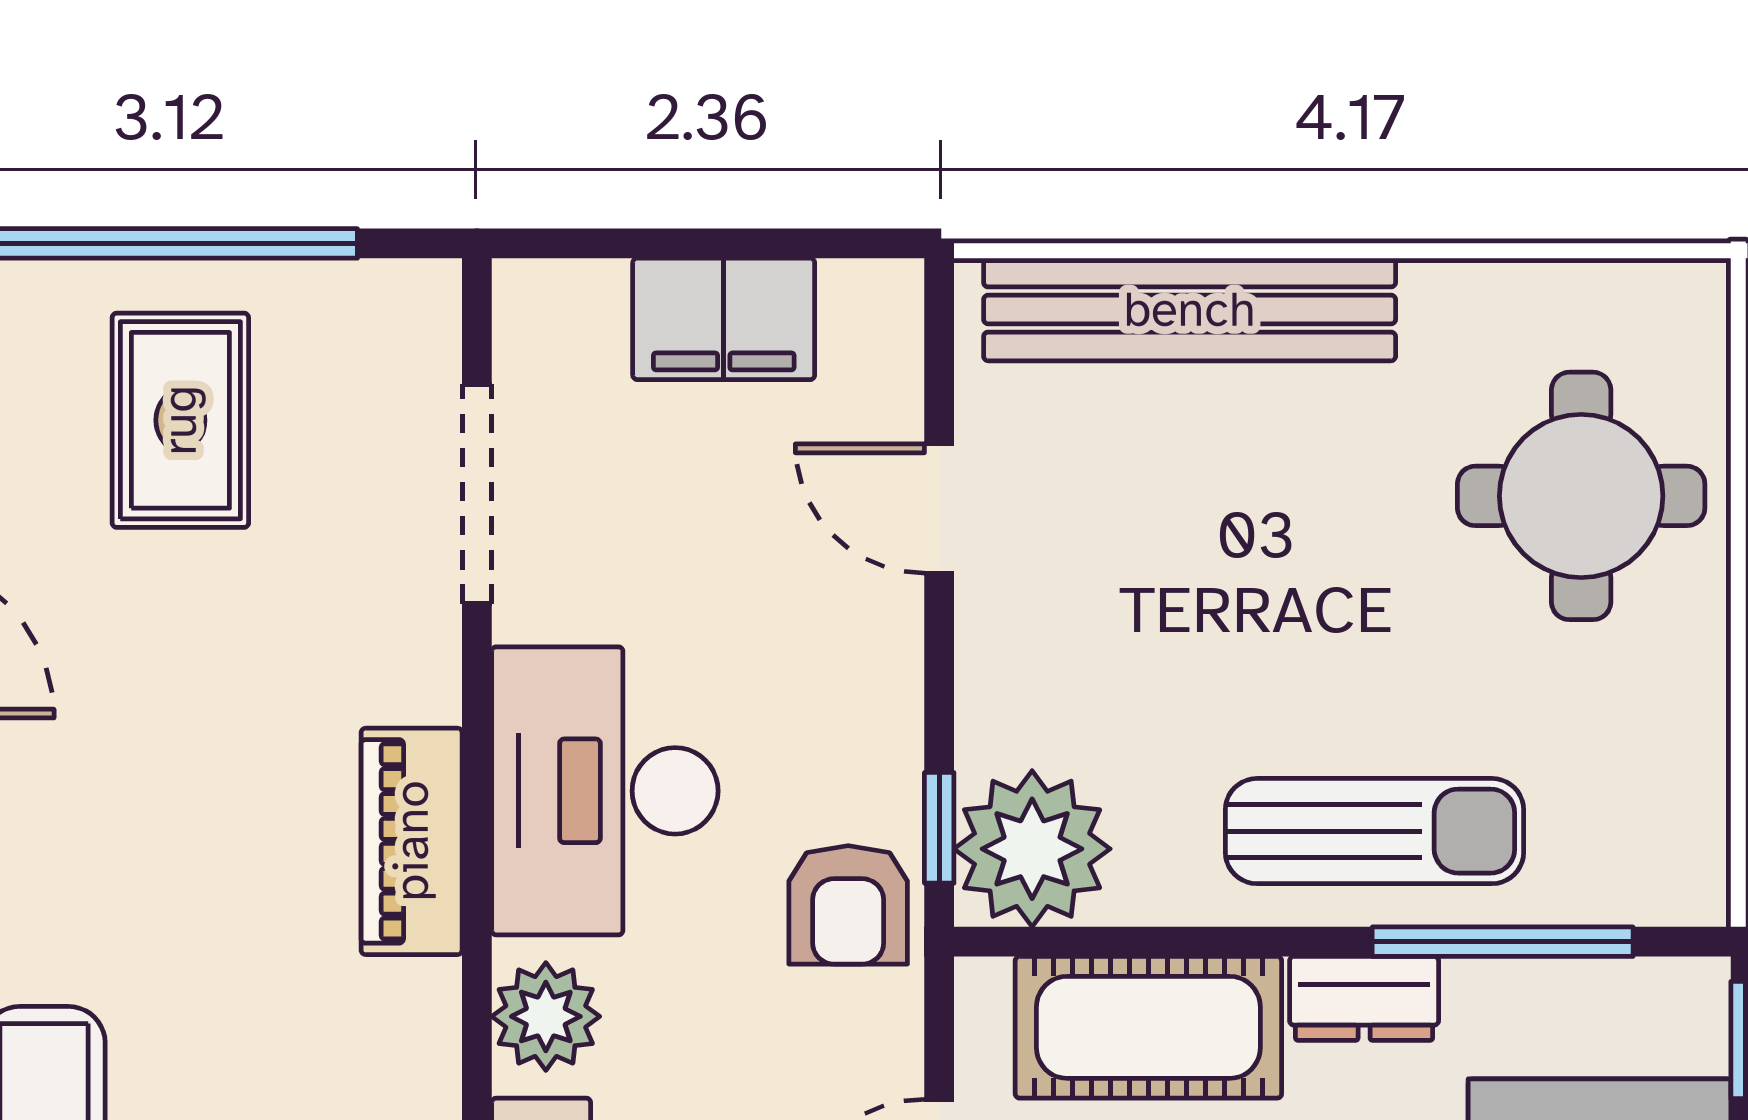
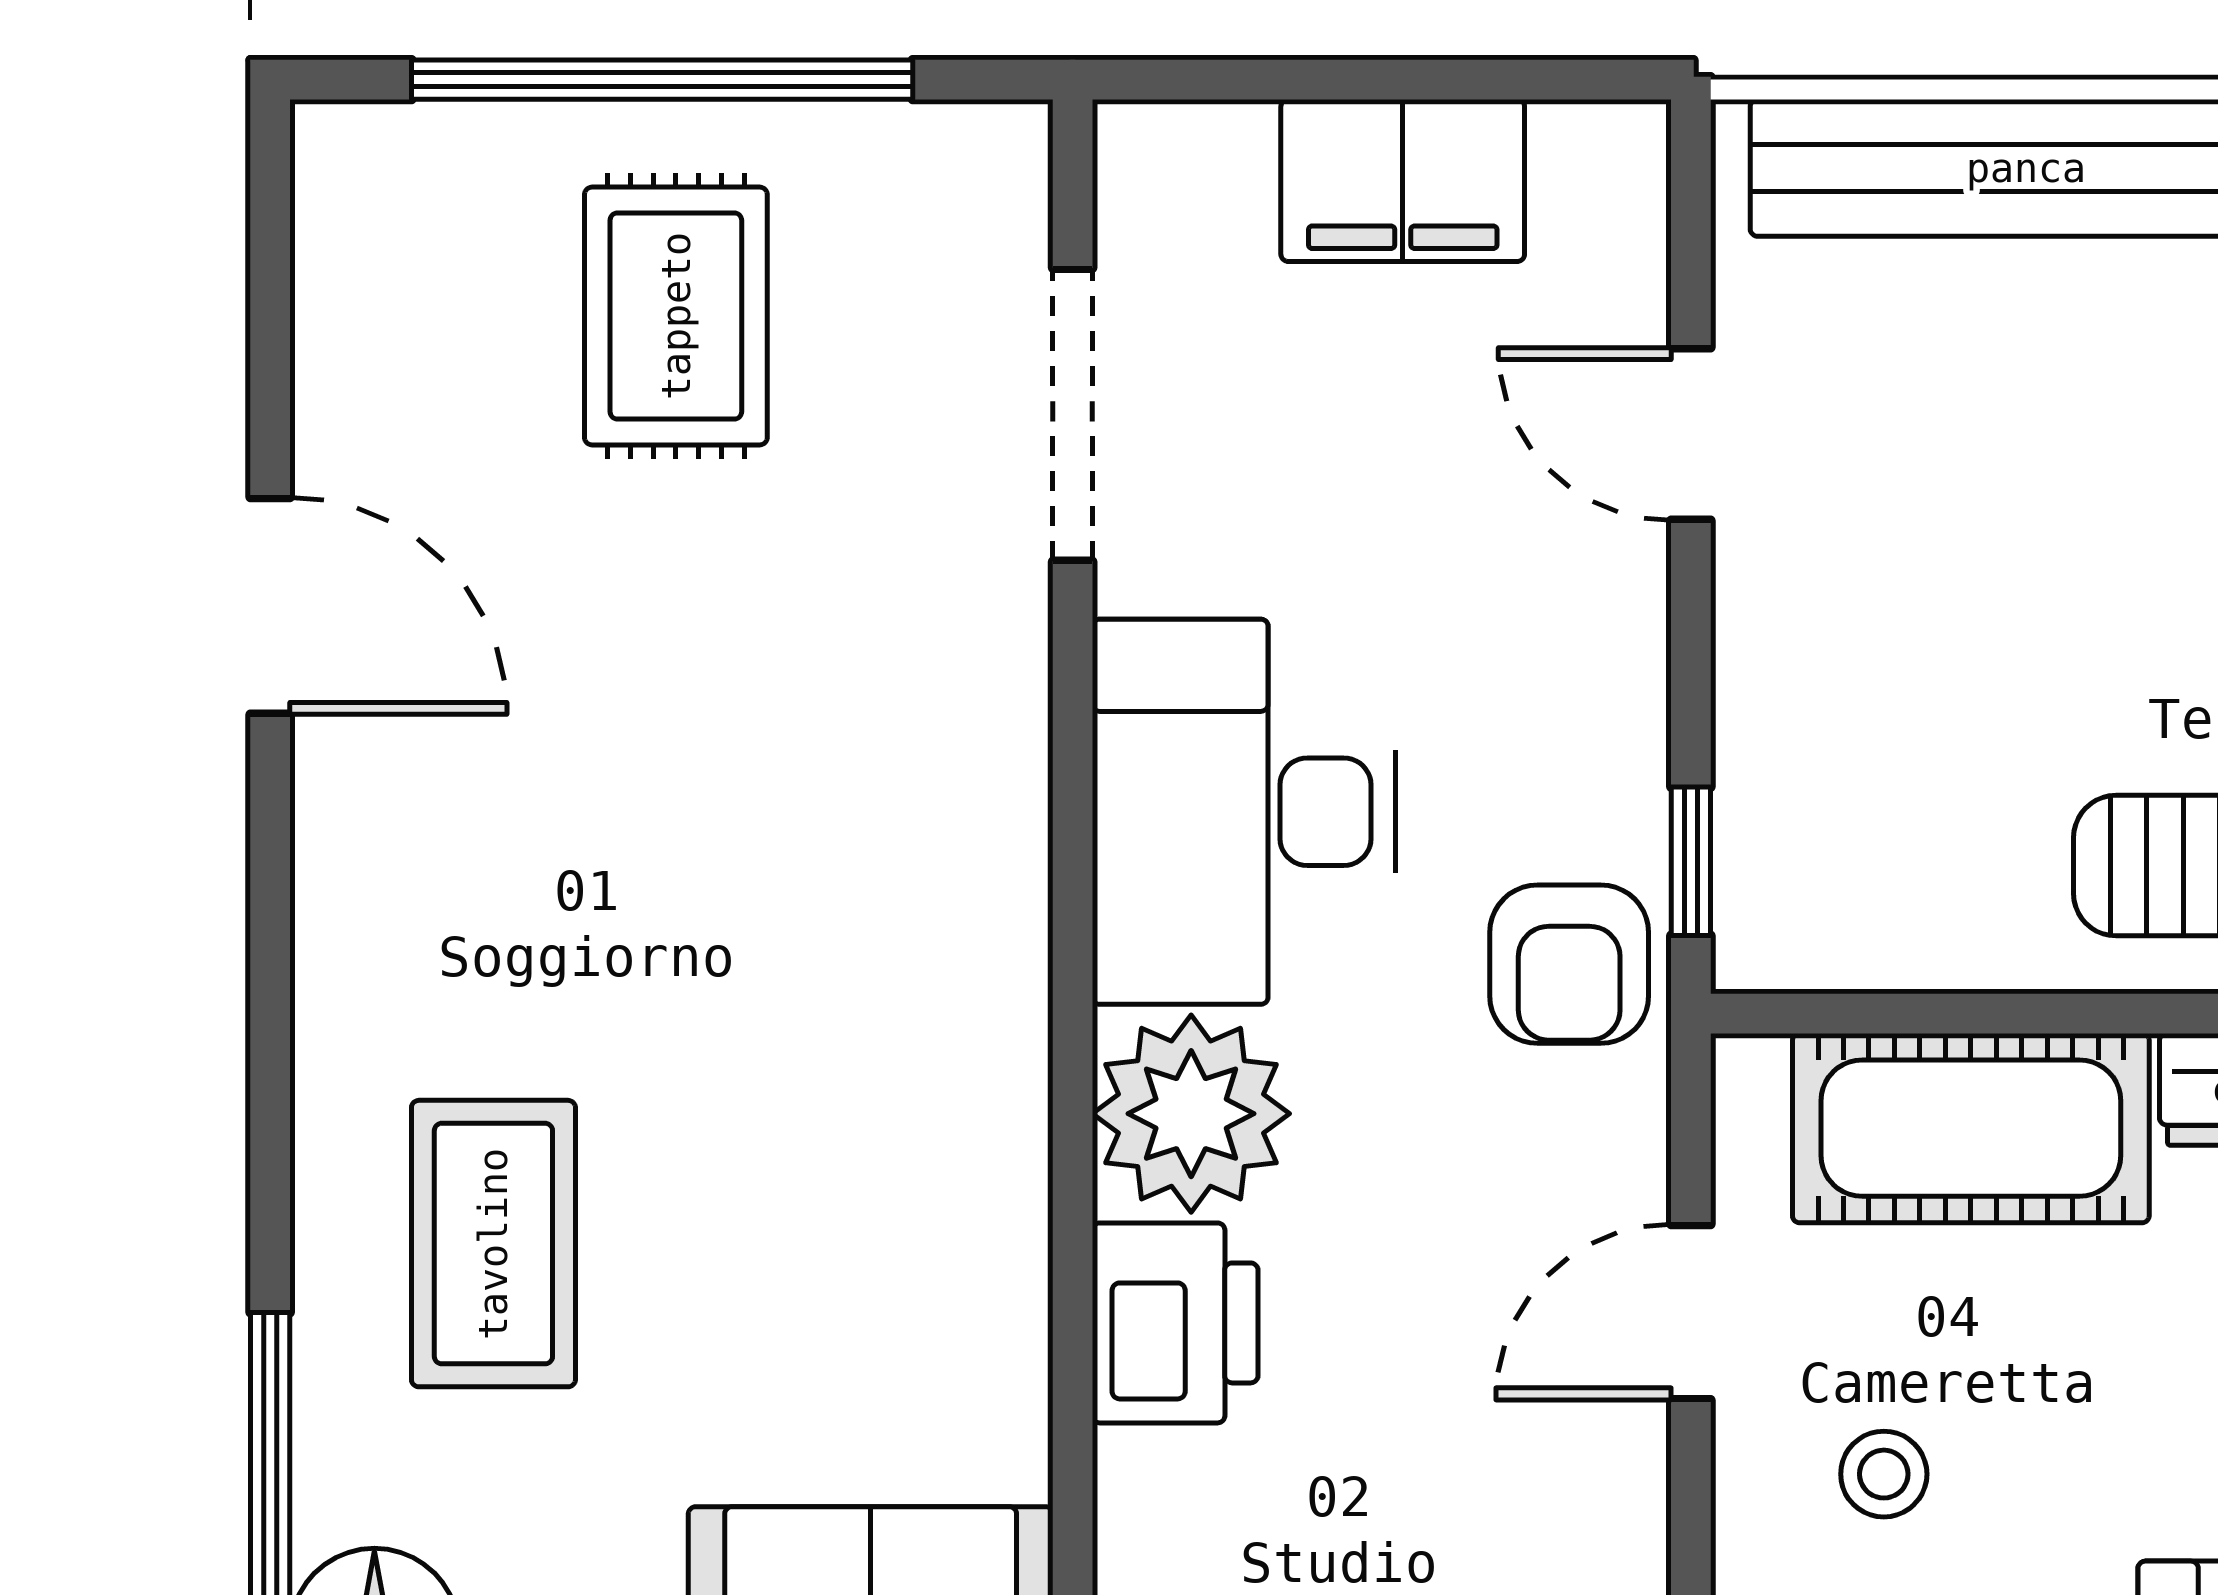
piano: (412, 841) -> (985, 879), removed
plant: (1032, 849) -> (1815, 889), removed
plant: (546, 1016) -> (1191, 1114), width x1.36, depth x1.36

